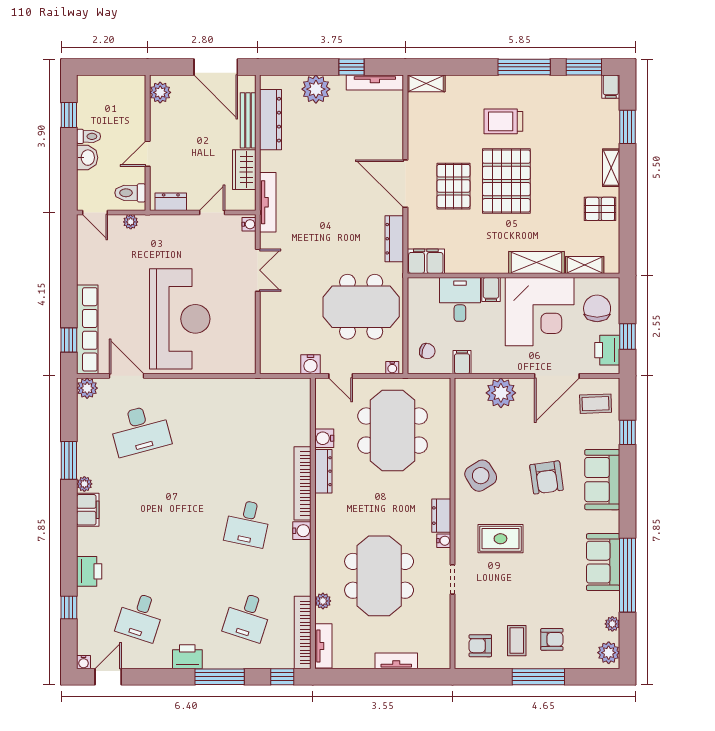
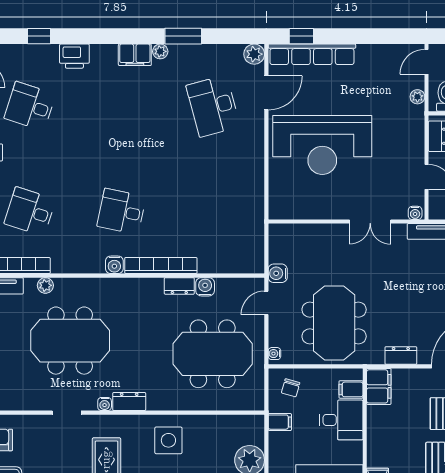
dresser: (394, 239) -> (401, 355), width x0.70
filing cabinet: (491, 290) -> (351, 389), moved
dresser: (323, 471) -> (179, 286), width x0.70
side table: (481, 476) -> (168, 440), turned 32

